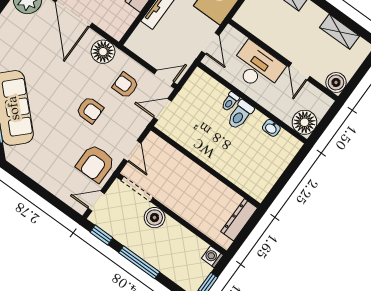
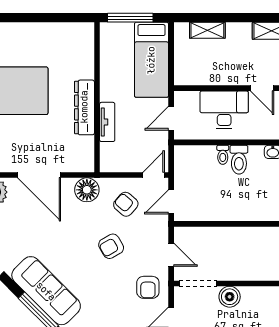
door: (210, 43) -> (171, 118), swing flipped
armchair: (126, 85) -> (126, 204), turned 41
armchair: (90, 110) -> (111, 246), turned 150
armchair: (95, 163) -> (148, 287), width x0.72, depth x0.72

